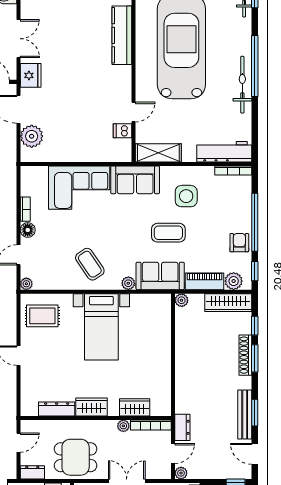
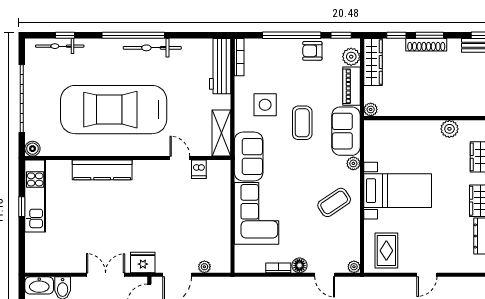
plant: (32, 136) -> (204, 267), width x0.53, depth x0.53
plant: (162, 378) -> (449, 129), added

